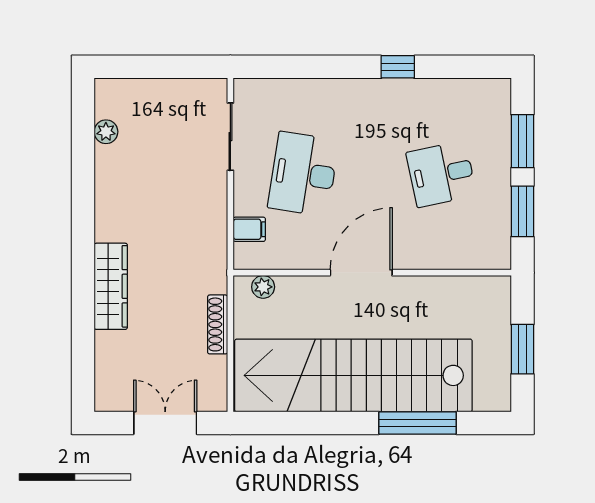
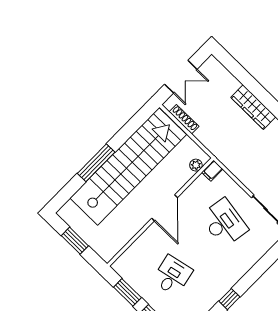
filing cabinet: (249, 229) -> (212, 171), moved
shoe rack: (218, 324) -> (184, 119), moved
window: (418, 423) -> (96, 163), moved

